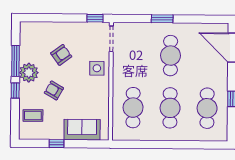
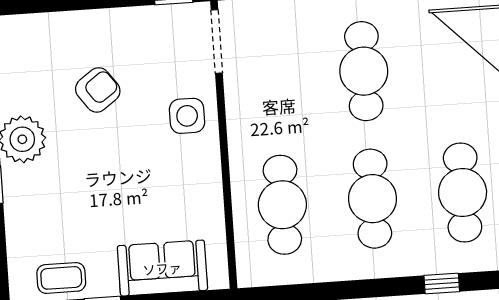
armchair: (54, 90) -> (87, 178), removed
coffee table: (33, 116) -> (61, 278), moved
window: (196, 145) -> (442, 284), added

